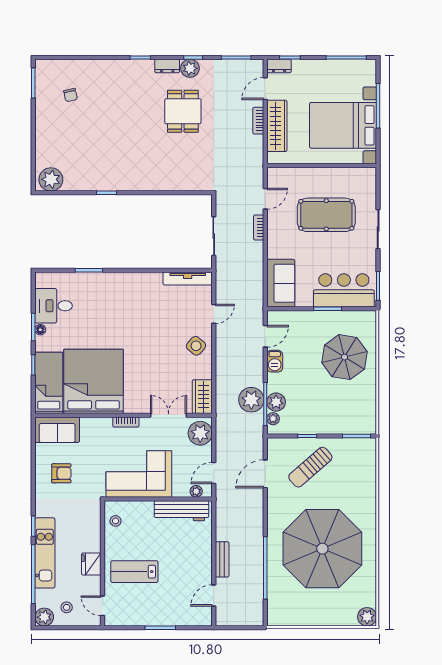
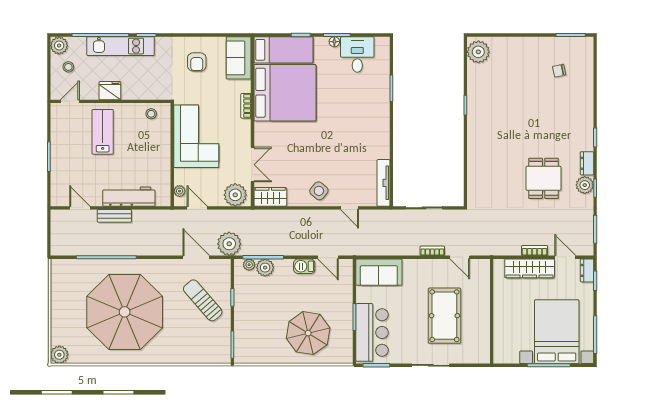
dining table: (183, 111) -> (544, 178), turned 90
bed with nightstands: (343, 125) -> (557, 332), moved
plant: (251, 400) -> (229, 244), moved
bookcase: (126, 422) -> (246, 106), moved
workbench: (182, 511) -> (129, 197), moved, turned 90

